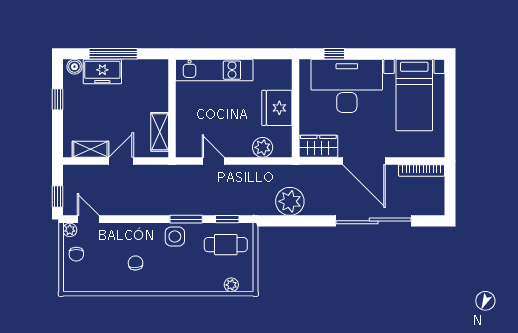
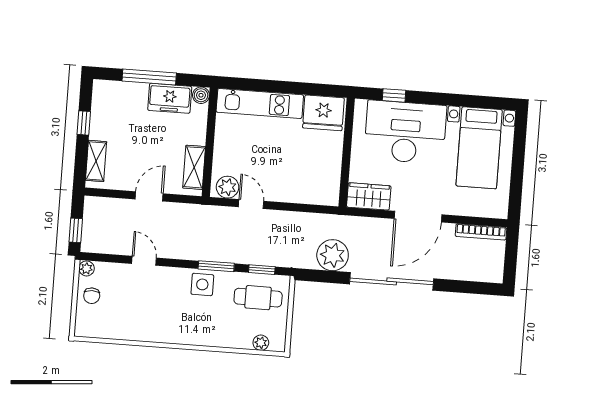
boiler: (74, 67) -> (201, 95), moved
freezer: (102, 72) -> (170, 98), moved
fridge: (277, 108) -> (323, 113), moved, turned -90
plant: (263, 147) -> (227, 187), moved
shelving: (90, 149) -> (96, 161), moved, turned 90
door: (364, 161) -> (418, 217), hinge flipped
door: (88, 219) -> (144, 261), moved
sliding door: (374, 221) -> (392, 281), moved
chair: (136, 263) -> (157, 311), removed

